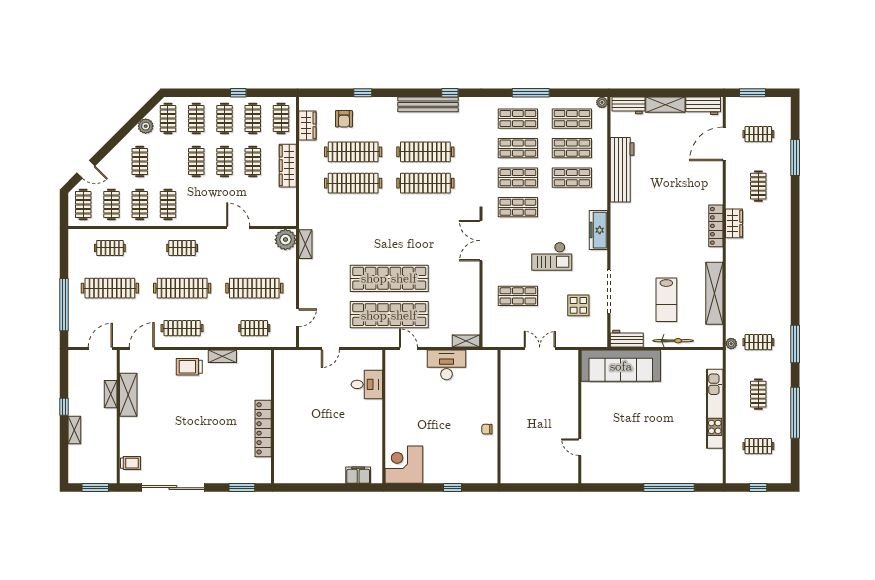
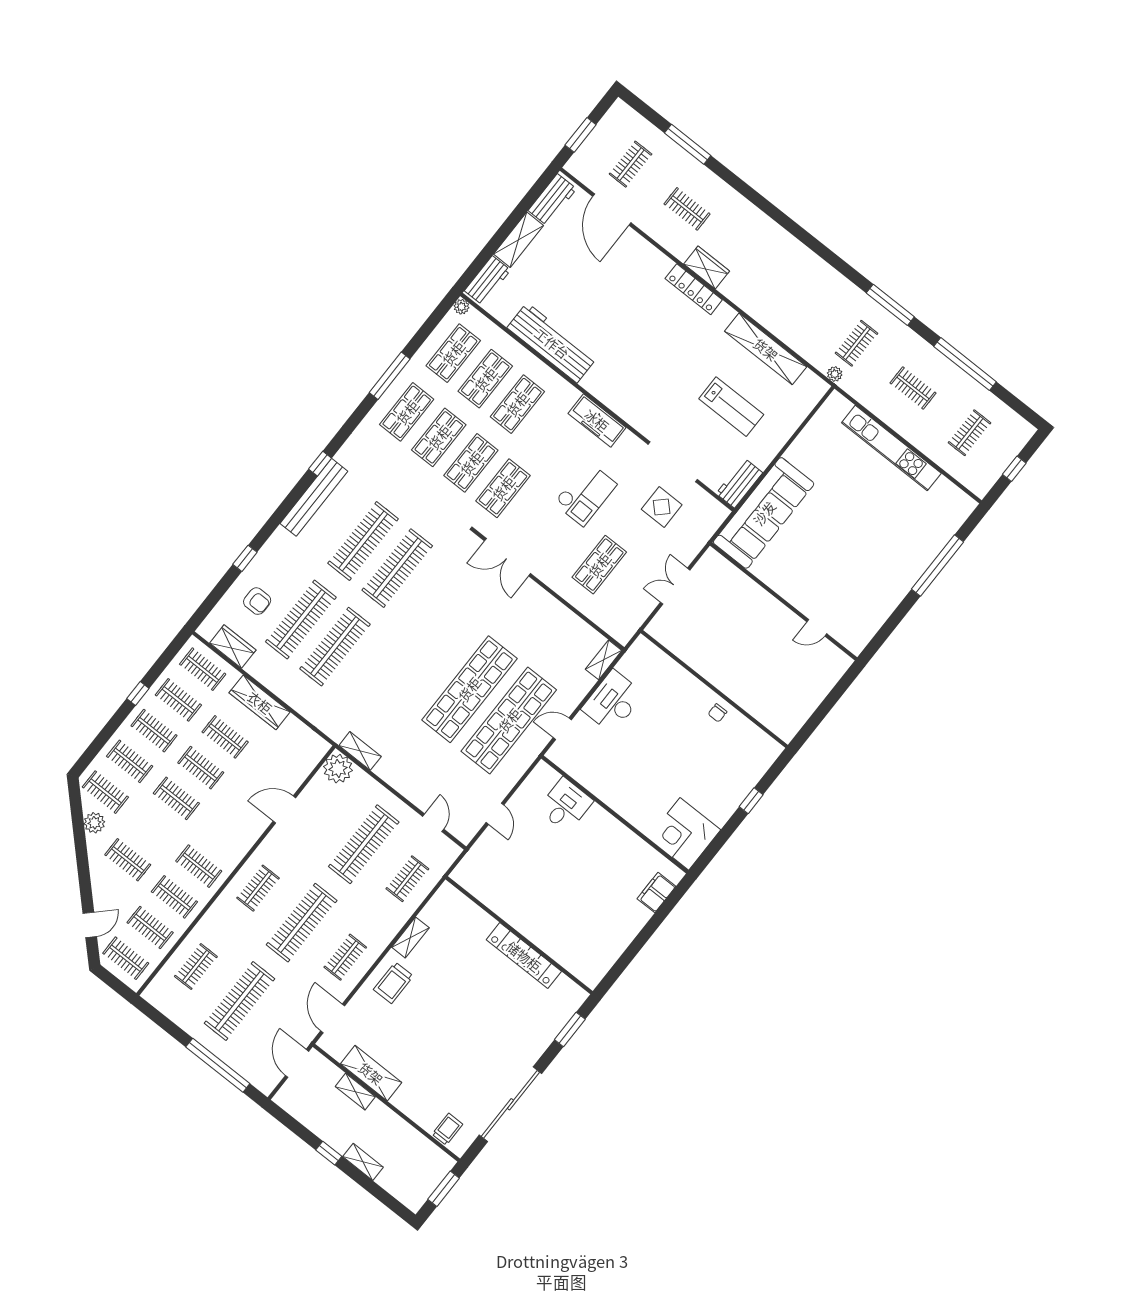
clothes rail: (182, 328) -> (345, 957), width x0.73
bicycle: (673, 341) -> (782, 435), removed

